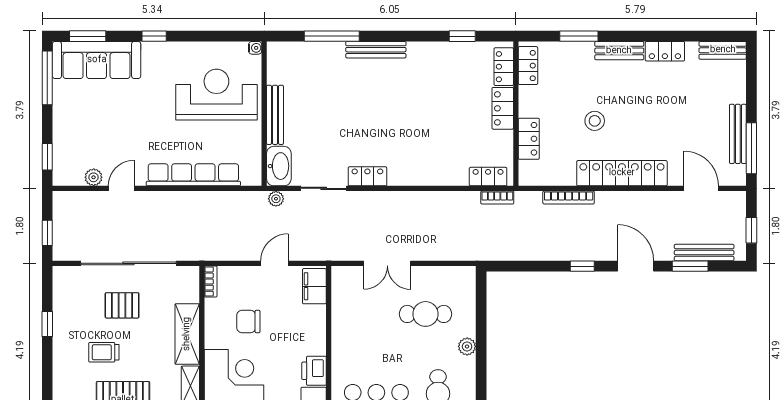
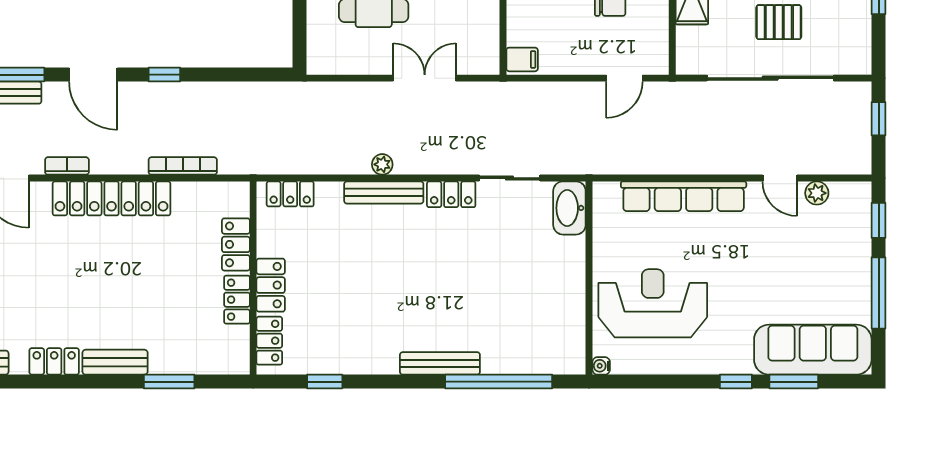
window: (88, 36) -> (794, 382), moved
window: (332, 36) -> (499, 382), width x1.46
locker: (528, 66) -> (237, 300), moved
window: (47, 78) -> (879, 293), moved
reception desk: (216, 95) -> (653, 303), turned 180
bench: (275, 115) -> (384, 192), moved, turned 90
stool: (595, 121) -> (148, 268), removed
door: (121, 188) -> (780, 178), hinge flipped
bookcase: (497, 198) -> (67, 166), moved
plant: (276, 199) -> (382, 164), moved
door: (274, 263) -> (624, 78), moved
bookcase: (211, 282) -> (661, 54), removed
filing cabinet: (314, 286) -> (522, 59), width x0.50

